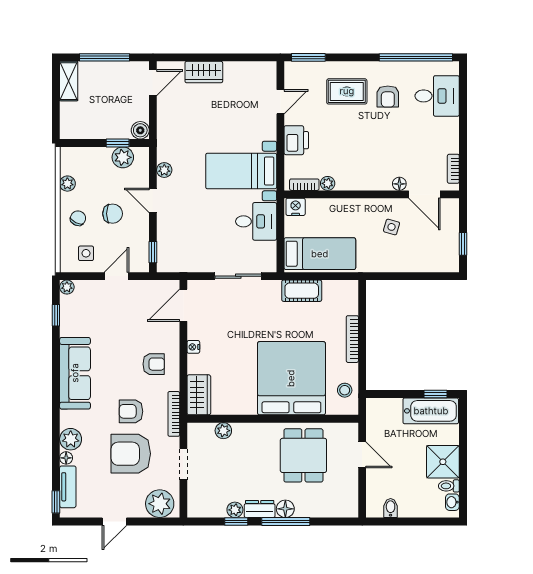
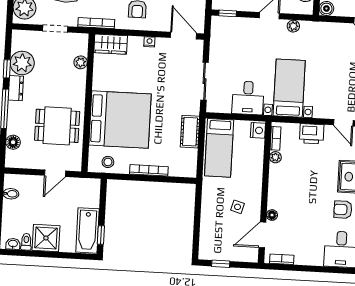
floor lamp: (285, 509) -> (13, 142), moved
plant: (235, 510) -> (22, 63), width x1.88, depth x1.88

